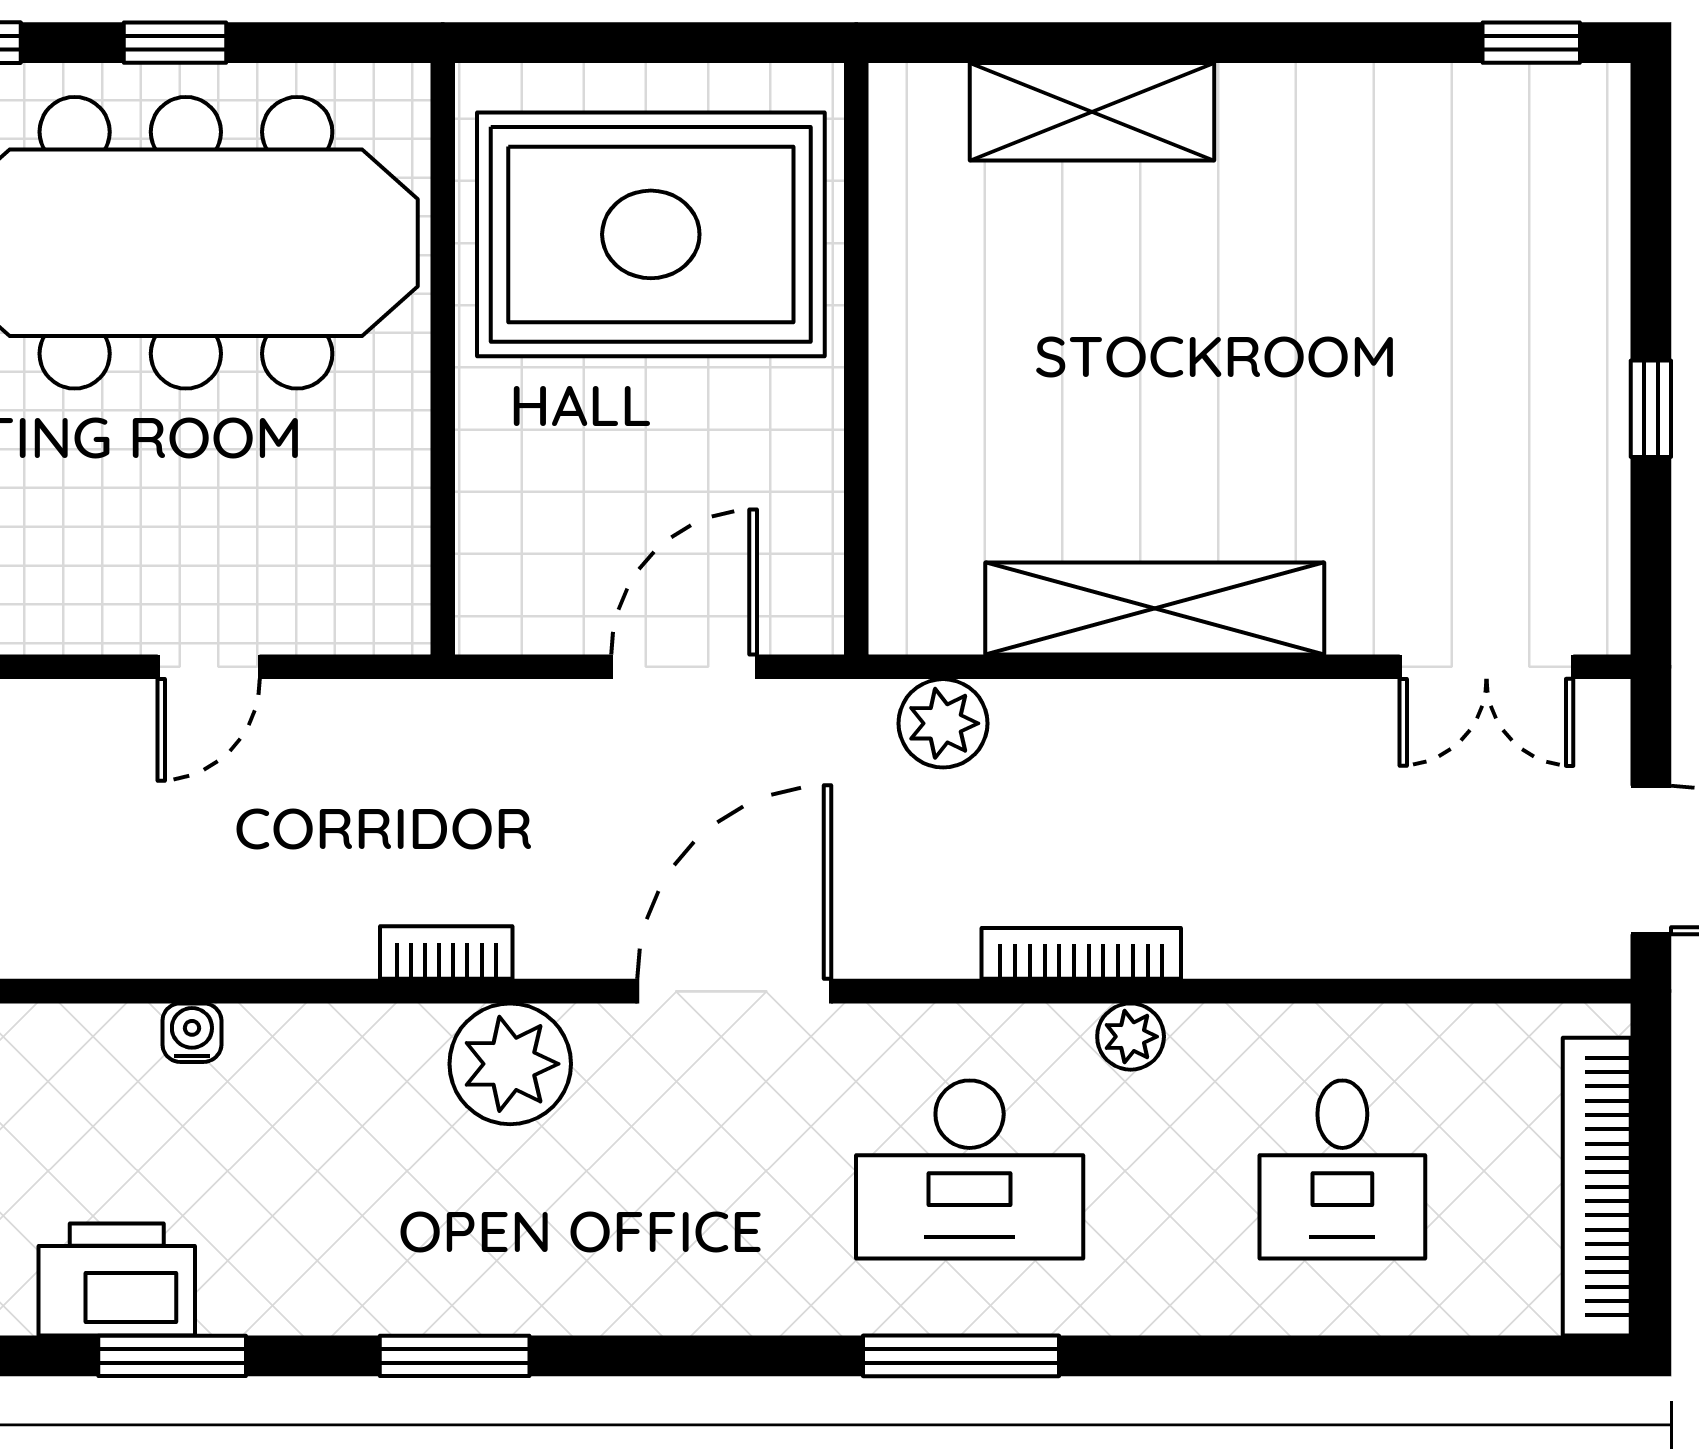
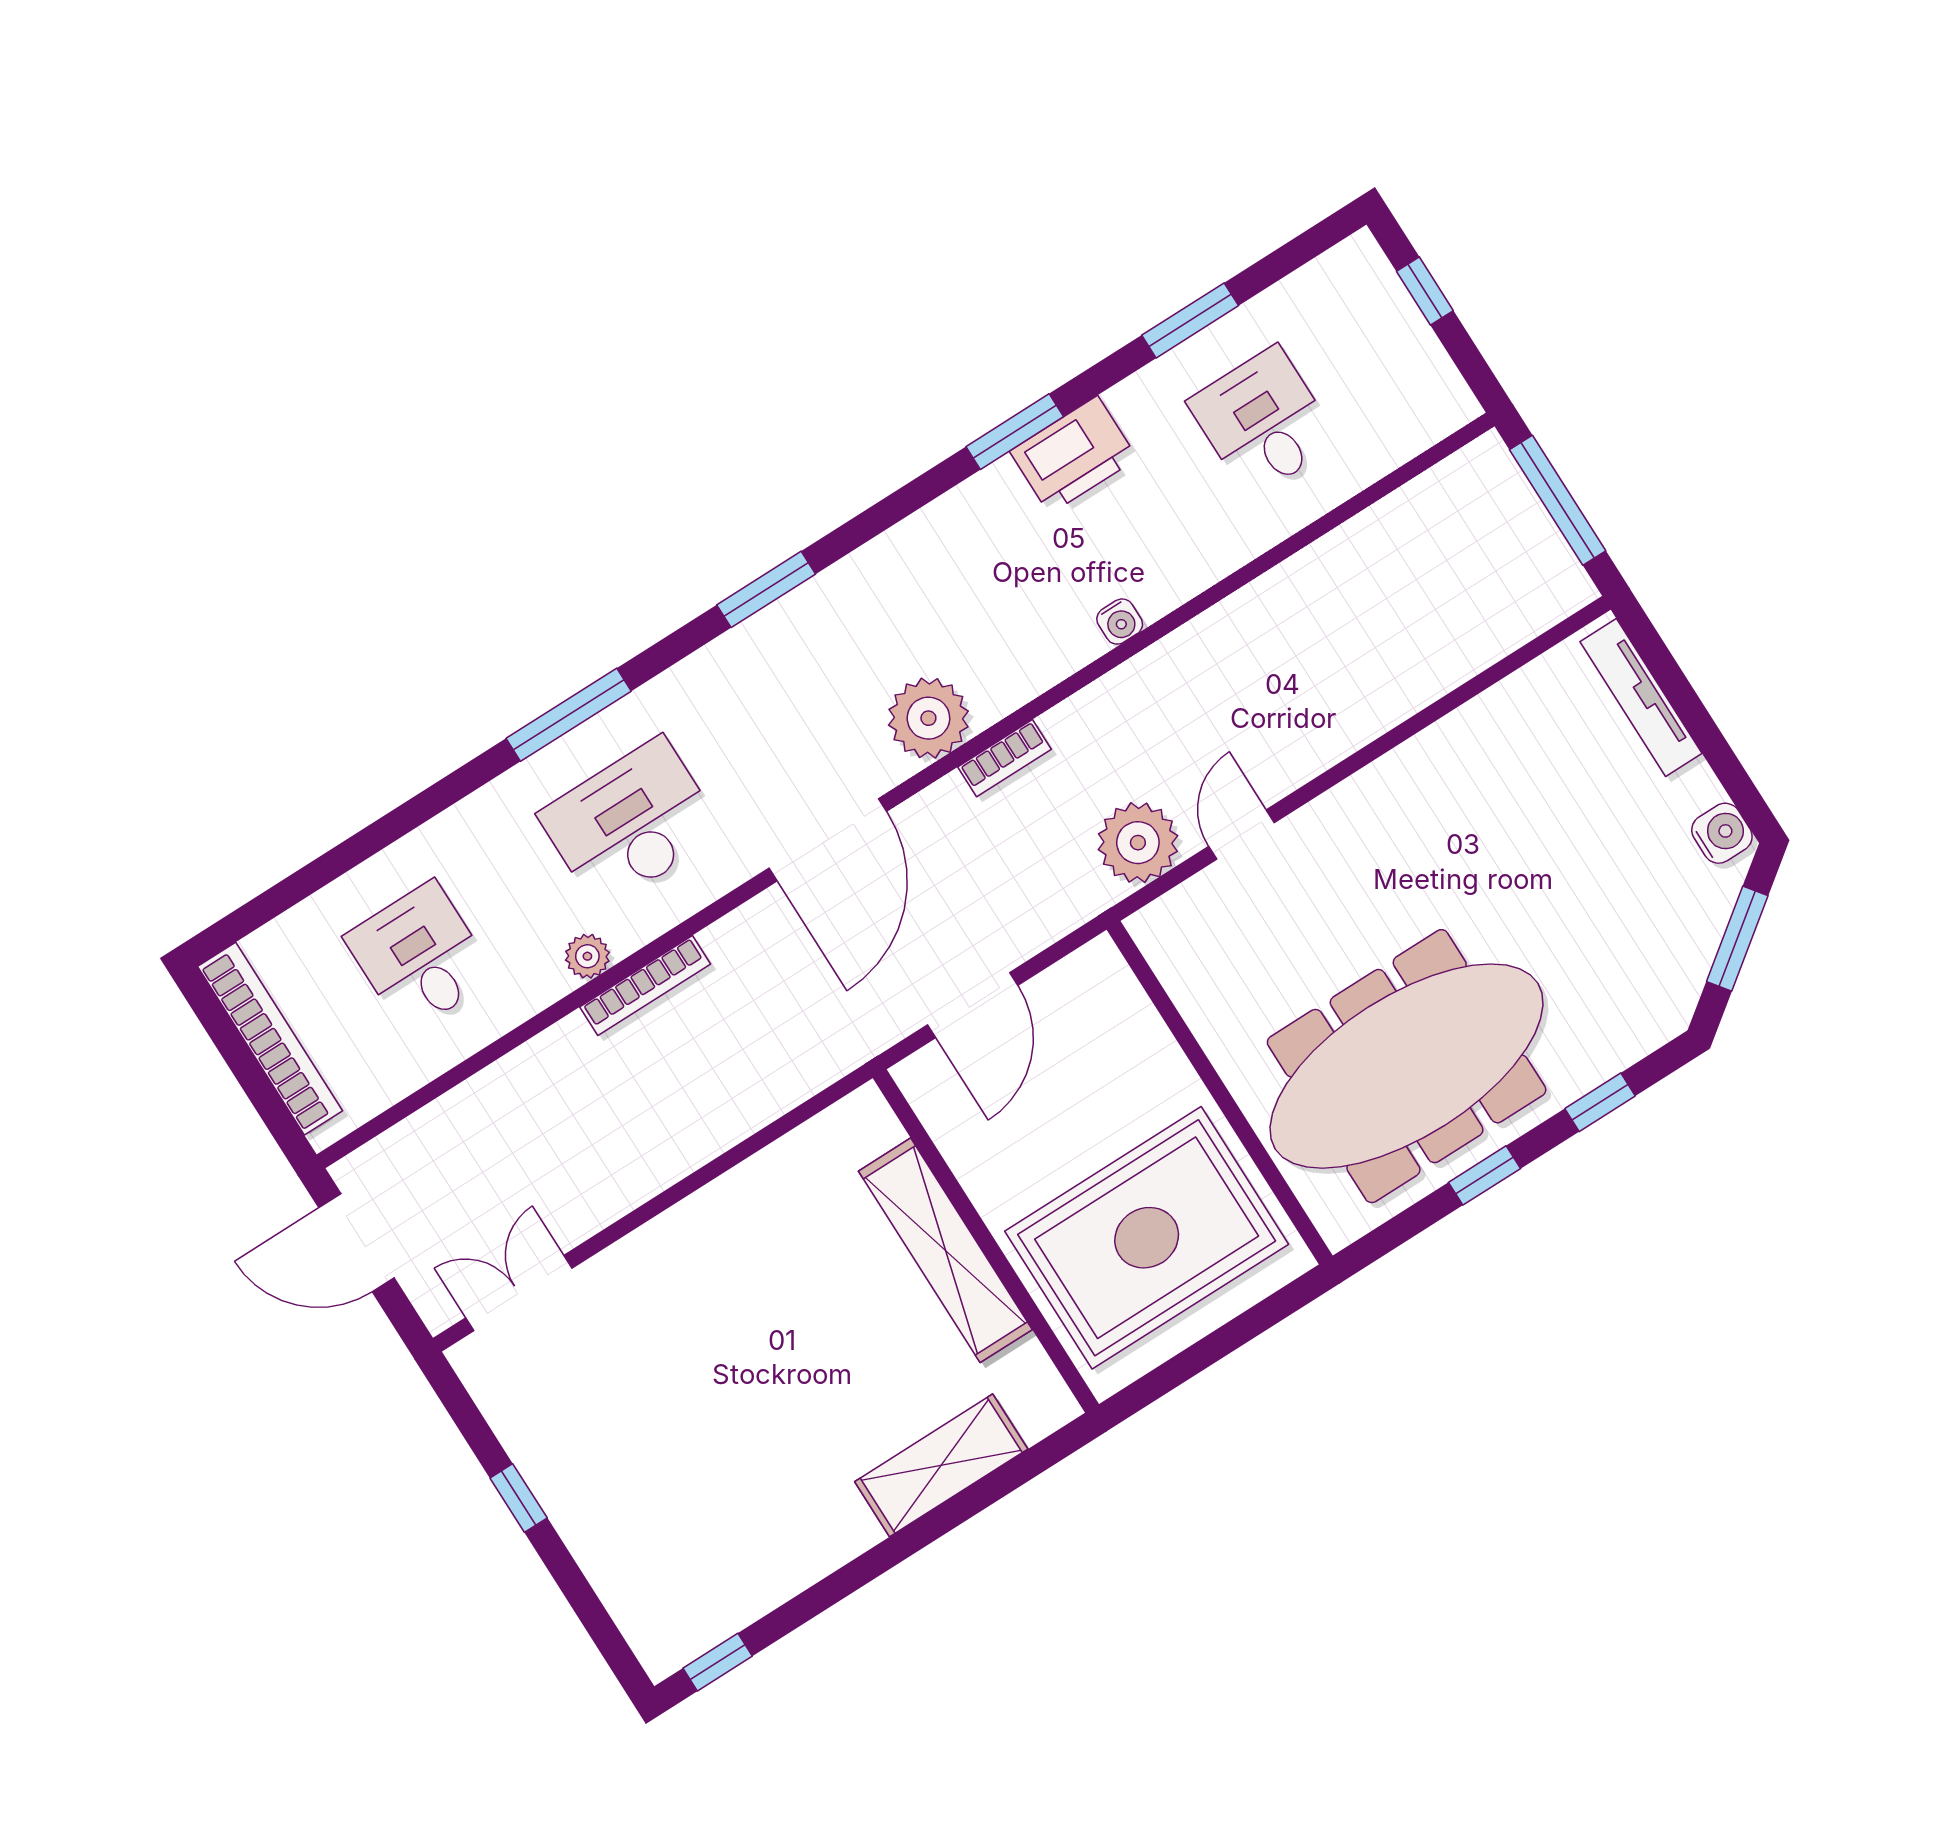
shelving: (1155, 608) -> (945, 1250), moved, turned 90
plant: (943, 723) -> (1138, 843), moved, width x1.36, depth x1.36
window: (455, 1356) -> (766, 589), moved

